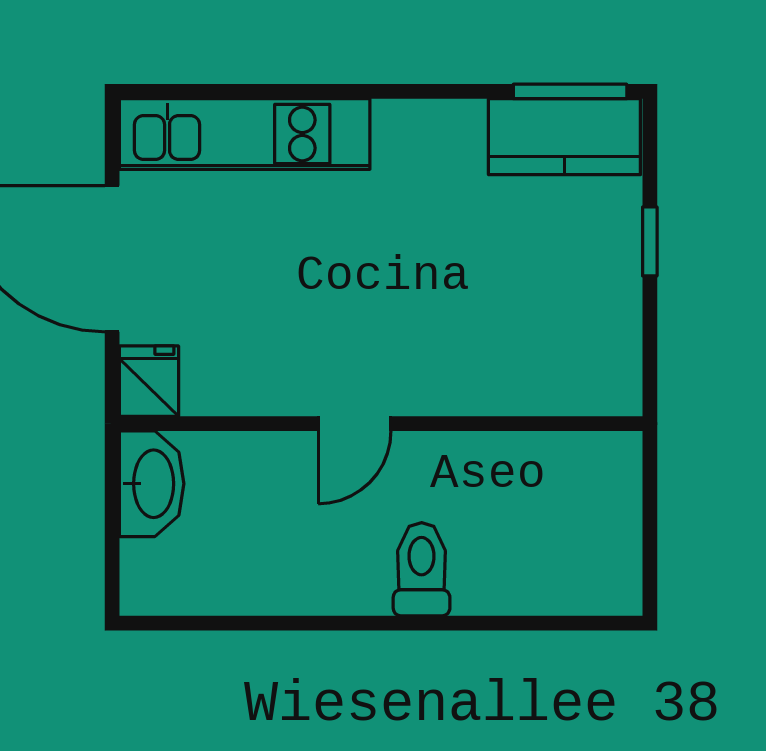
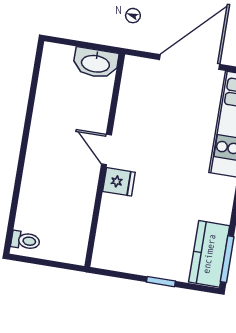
fridge: (149, 381) -> (119, 182), moved
toilet: (422, 569) -> (25, 241), moved, width x0.73, depth x0.72

